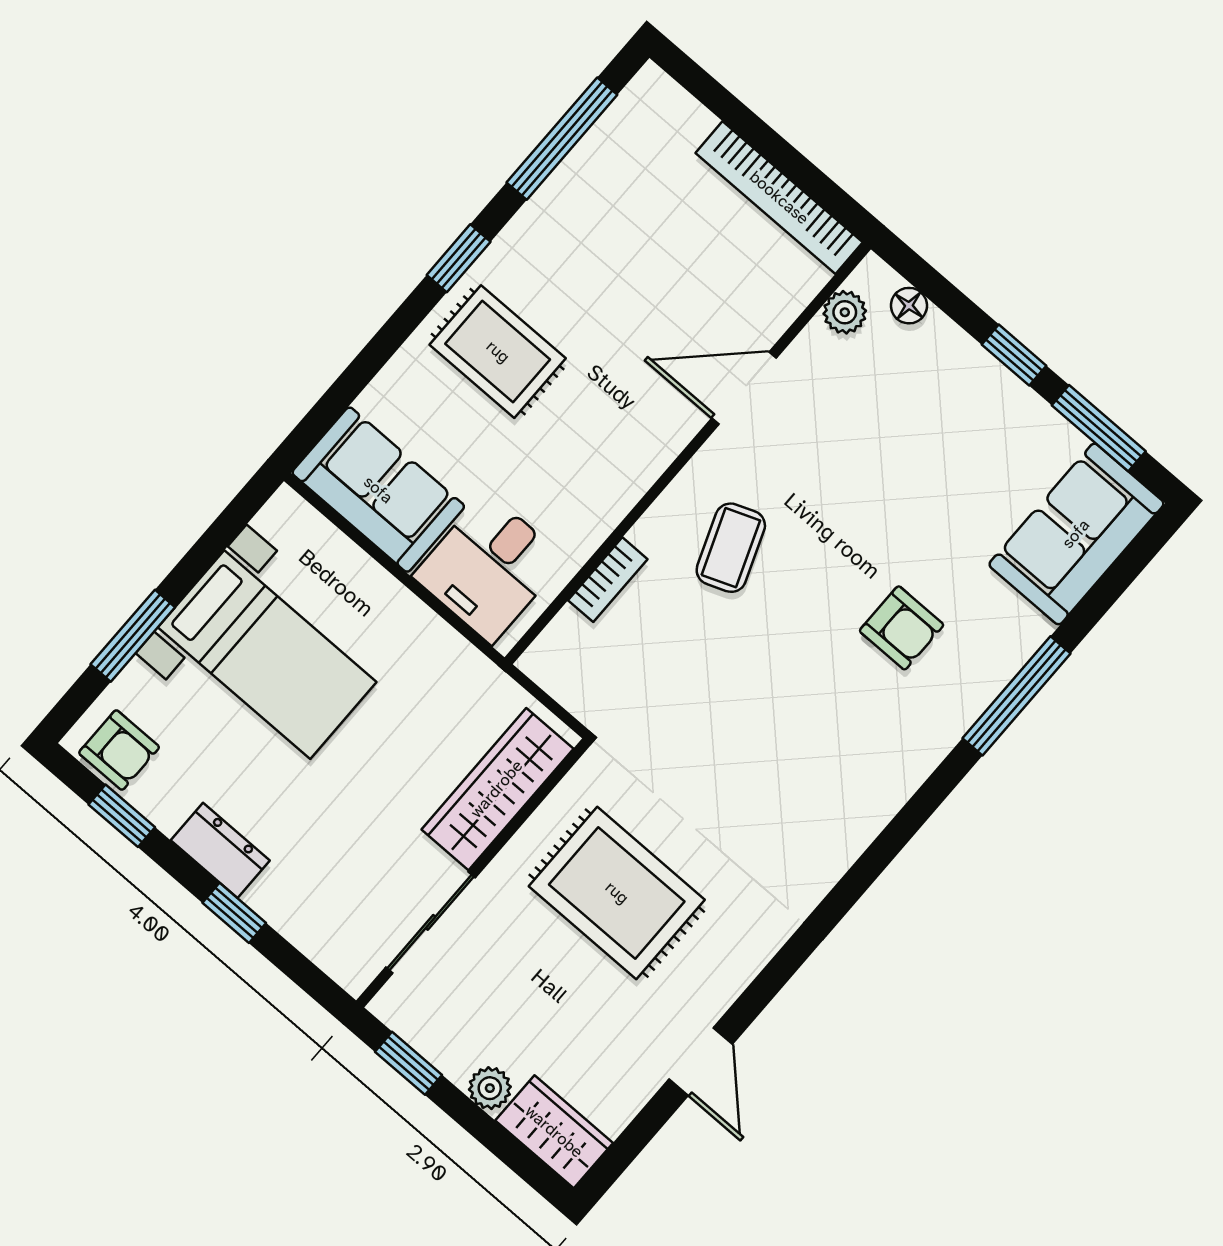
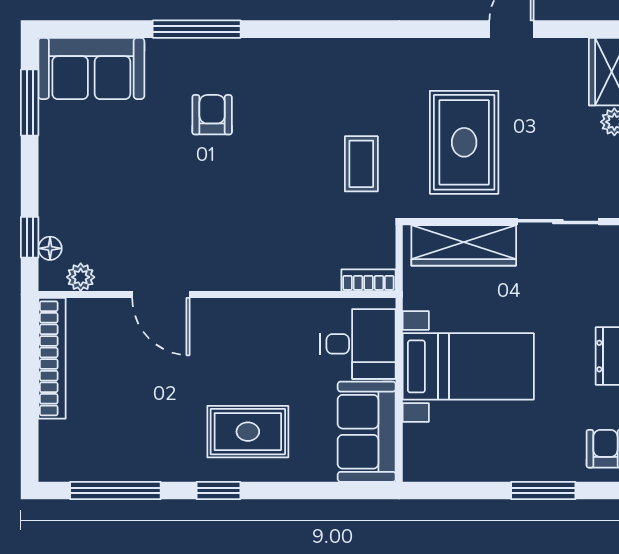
rug: (498, 352) -> (248, 432), turned 90
window: (1014, 355) -> (30, 237), moved
coffee table: (731, 548) -> (361, 164), moved, turned -69
bookcase: (608, 580) -> (368, 280), moved
bed with nightstands: (267, 655) -> (468, 366), moved, turned 90

